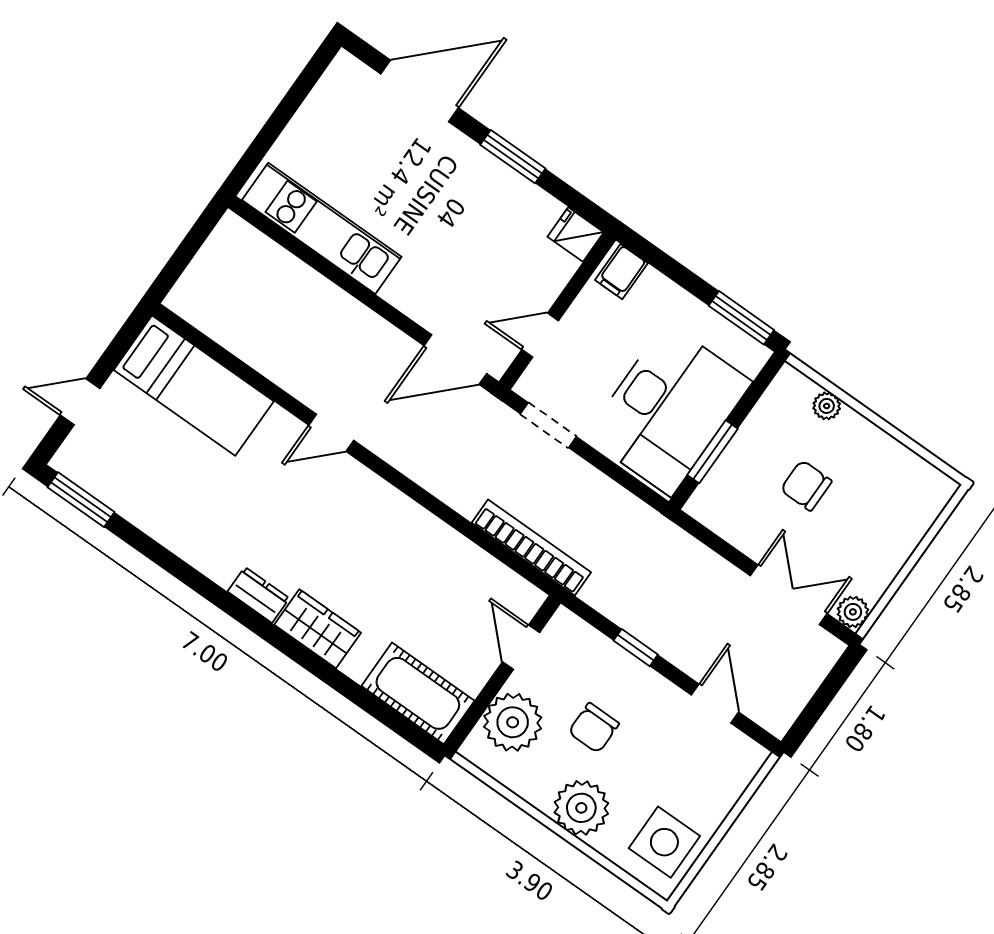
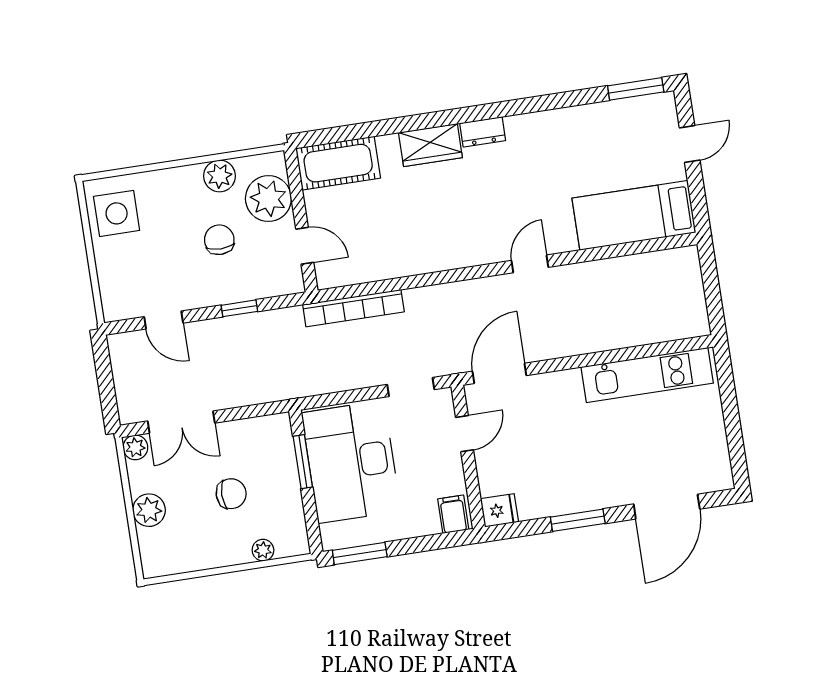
plant: (896, 543) -> (149, 510), added
plant: (581, 808) -> (220, 176), moved, width x0.73, depth x0.73

